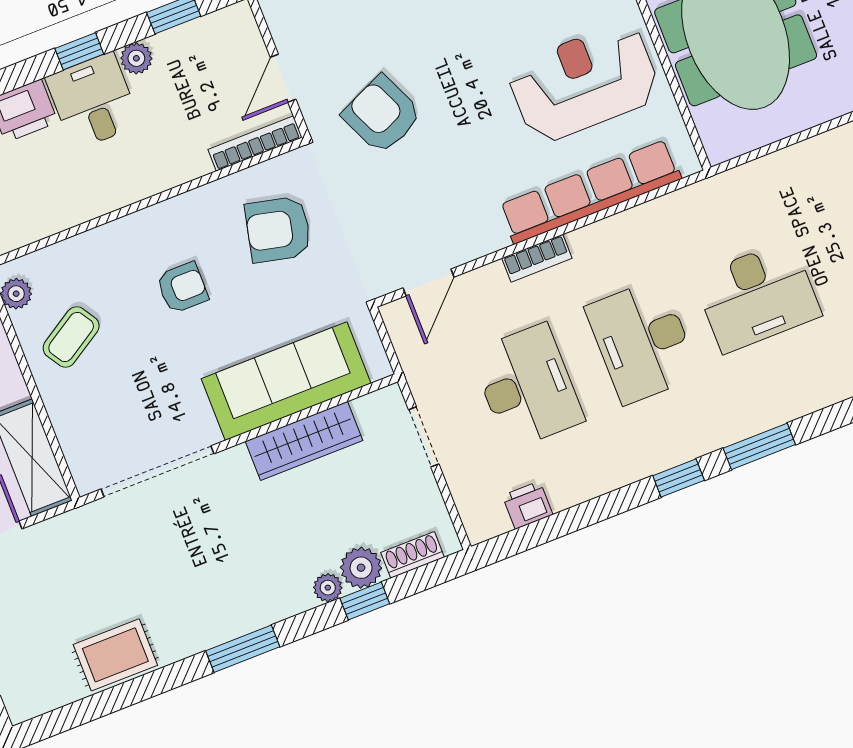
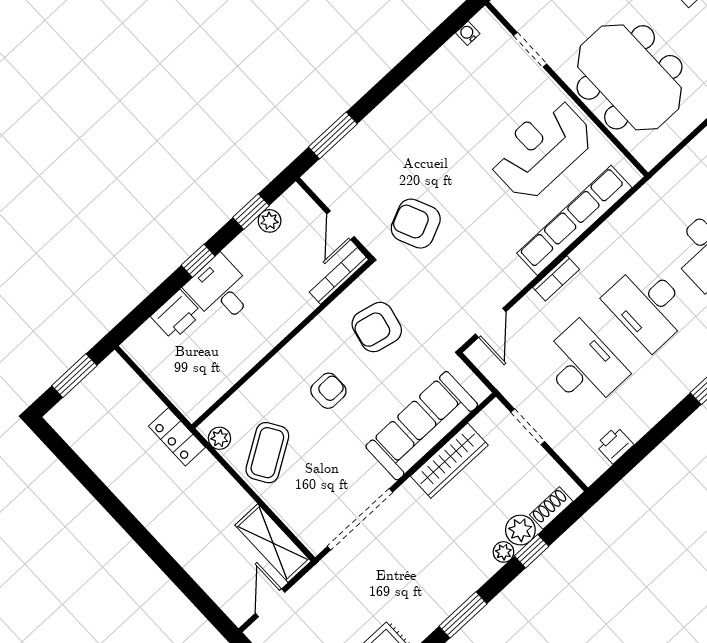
plant: (136, 58) -> (270, 221), moved
coffee table: (71, 337) -> (267, 453), width x1.36, depth x1.30

